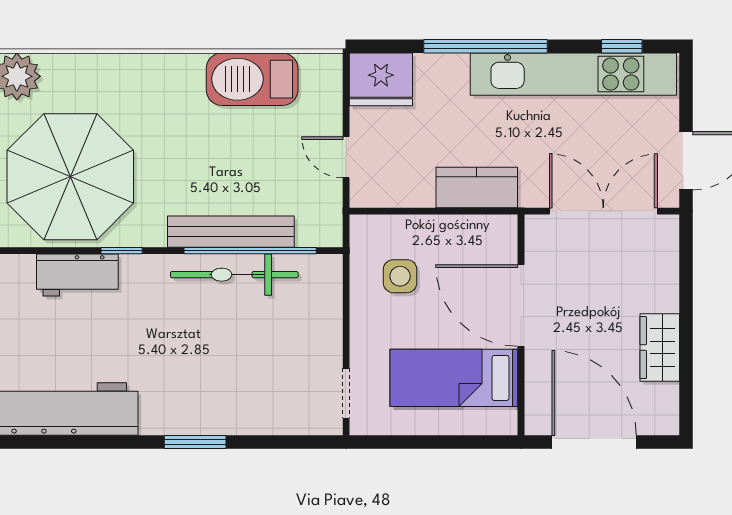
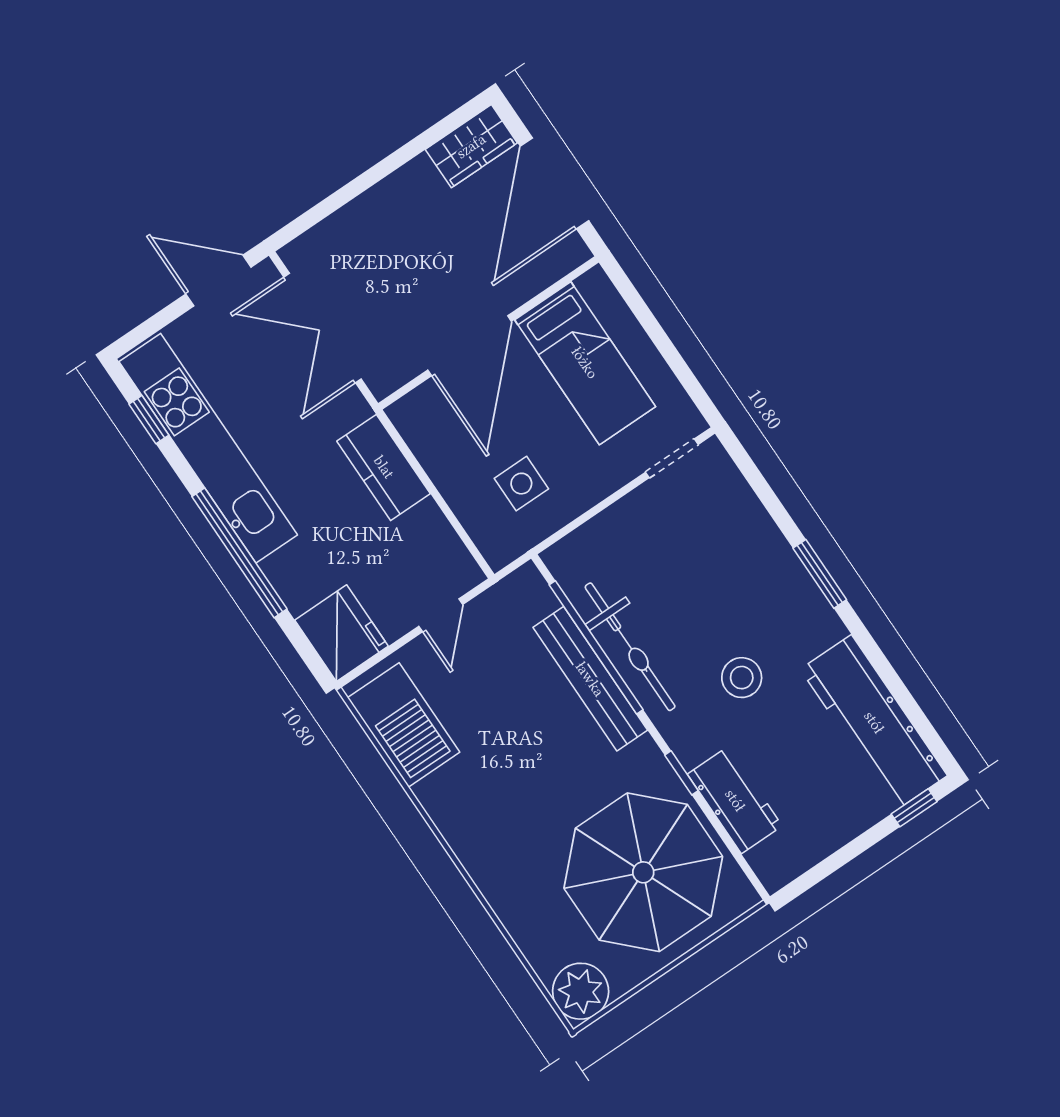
barbecue: (252, 79) -> (404, 725), moved
stool: (160, 338) -> (742, 678), added
wardrobe: (660, 348) -> (471, 146), moved

